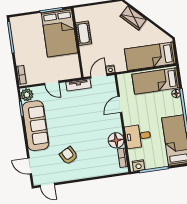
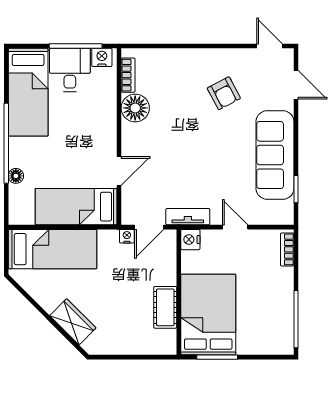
nightstand: (75, 73) -> (190, 240), added
bed: (156, 81) -> (76, 207), moved, turned 180
plant: (27, 95) -> (283, 213), removed
desk: (138, 136) -> (70, 70), moved, turned -90

